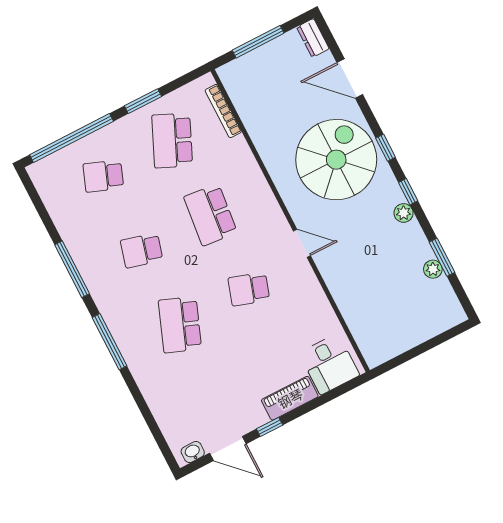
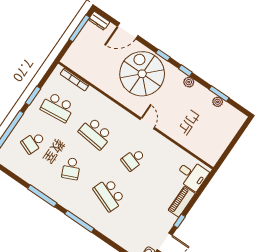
window: (258, 42) -> (79, 28), moved
school desk: (172, 141) -> (57, 107), turned -30
door: (302, 243) -> (147, 123), hinge flipped
school desk: (142, 250) -> (71, 169), turned -39

